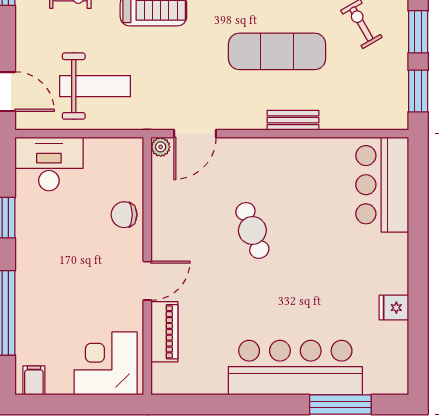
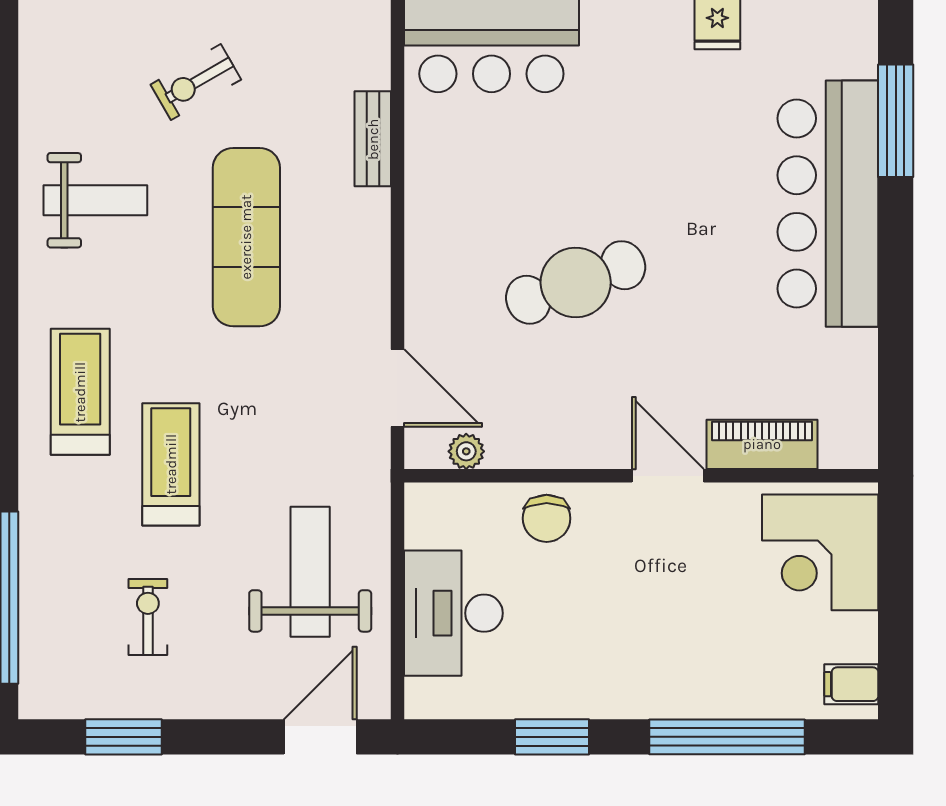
bench: (293, 120) -> (373, 139), moved
plant: (161, 147) -> (466, 451), moved
desk: (49, 164) -> (453, 613), moved
cafe table: (252, 230) -> (576, 282), width x1.37, depth x1.35

